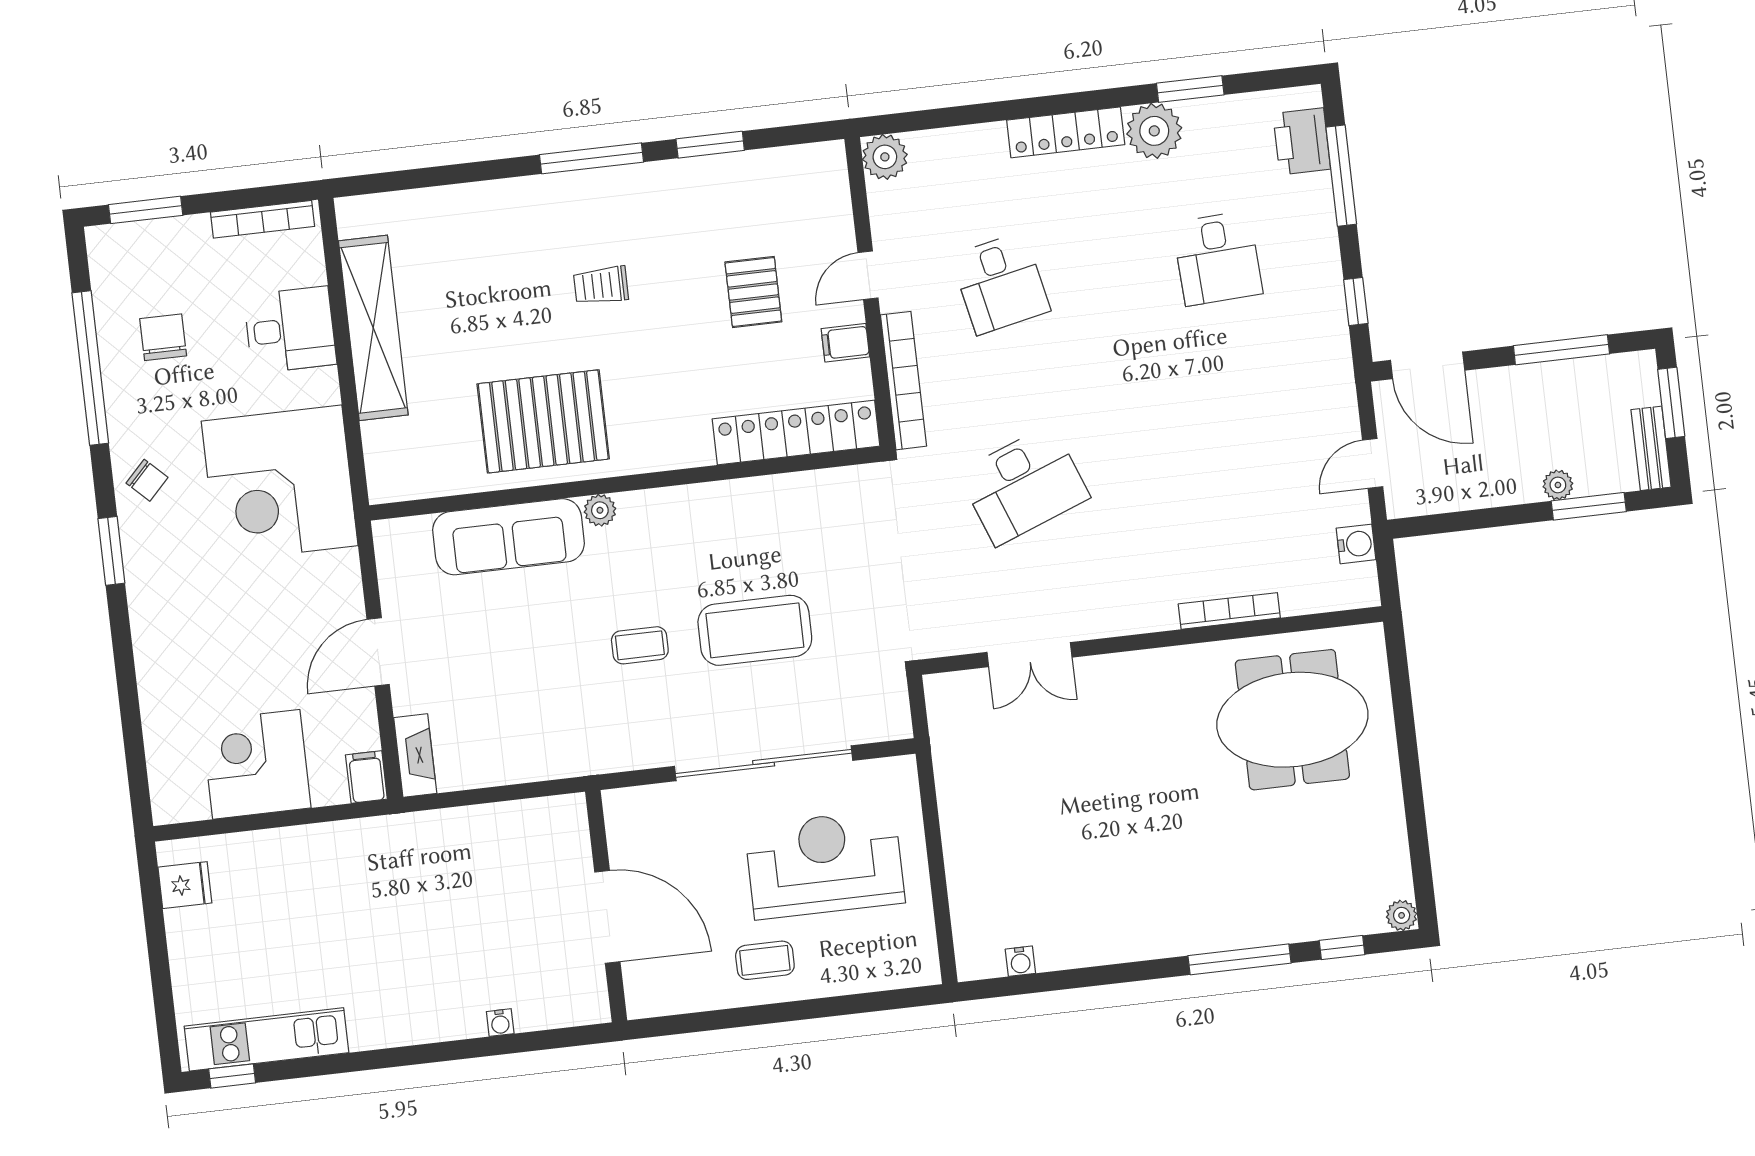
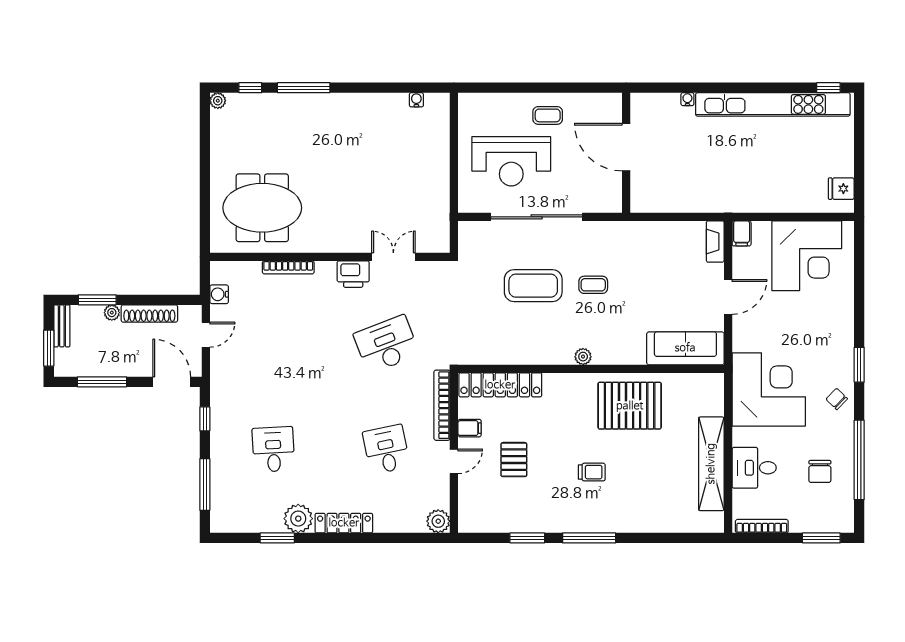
printer: (1302, 141) -> (353, 274), moved, turned 90
shoe rack: (1486, 492) -> (149, 313), added
plant: (600, 510) -> (583, 357), moved
sofa: (508, 537) -> (685, 348), moved
corner desk: (256, 764) -> (807, 256), width x1.36, depth x1.36
kitchen unit: (266, 1039) -> (773, 104), width x1.86

